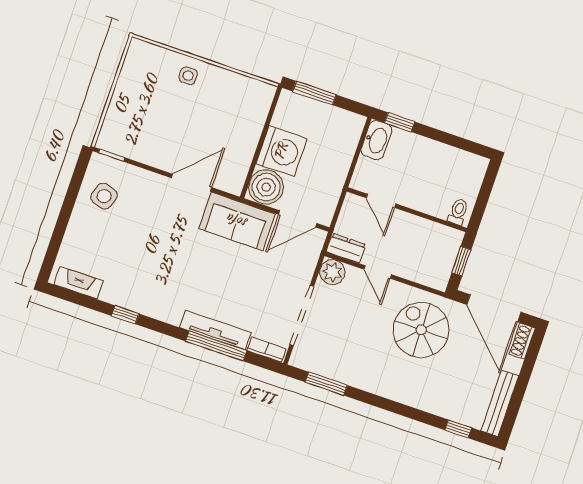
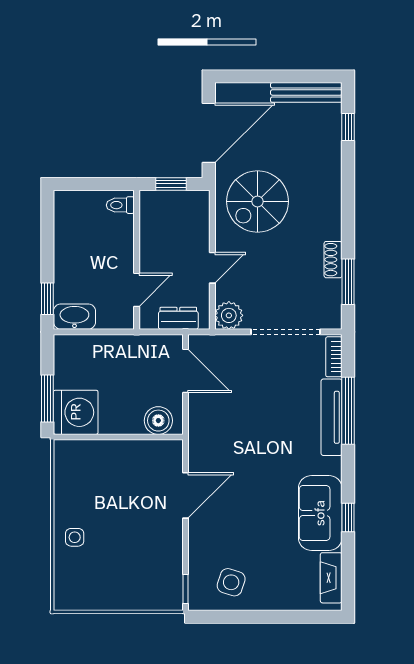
washing machine: (281, 151) -> (76, 412), moved, turned 90
door: (191, 183) -> (186, 495), swing flipped
boiler: (266, 187) -> (158, 421), width x0.73, depth x0.73
sofa: (237, 221) -> (320, 513), moved, turned 180
dresser: (346, 248) -> (178, 318), moved, turned 90
shoe rack: (522, 341) -> (333, 260), moved, turned 90

